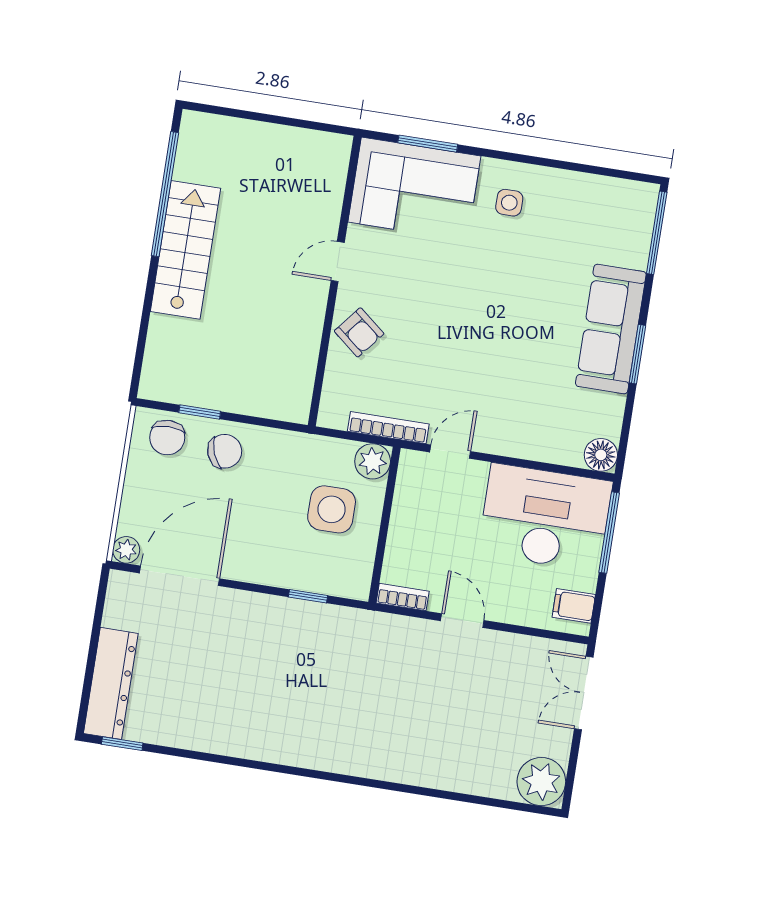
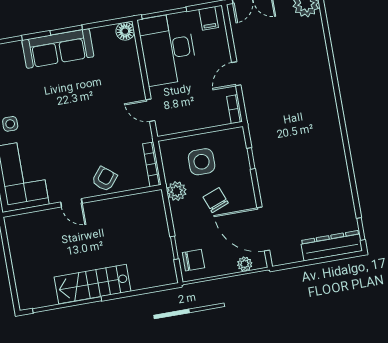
bookcase: (388, 428) -> (152, 164), moved
chair: (225, 451) -> (216, 200), moved
plant: (373, 461) -> (177, 191), moved
plant: (126, 550) -> (245, 264), moved

